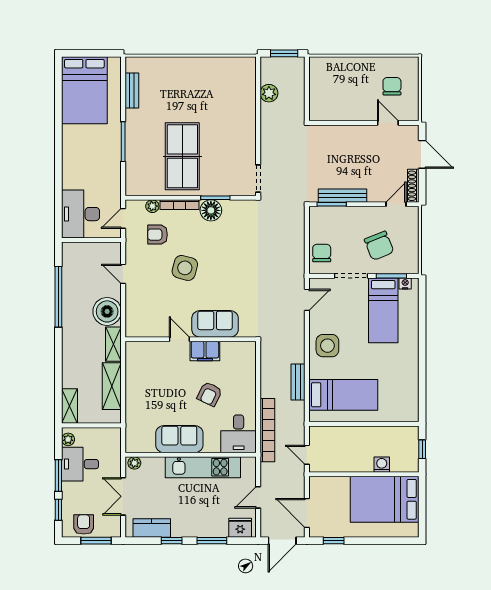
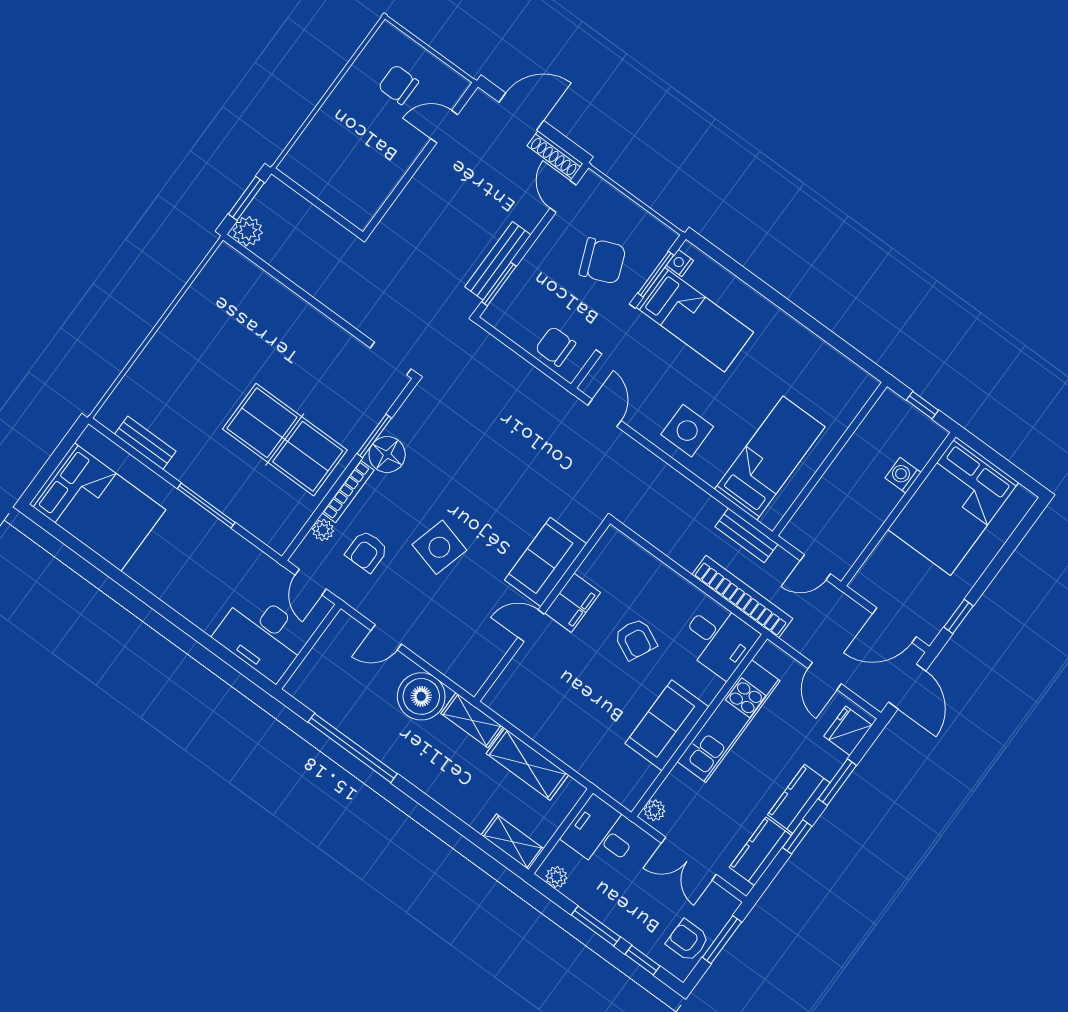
plant: (269, 93) -> (248, 231), moved
bench: (298, 382) -> (746, 535), moved
desk: (80, 464) -> (601, 834), moved, turned 90
kitchen counter: (190, 528) -> (799, 799), added

